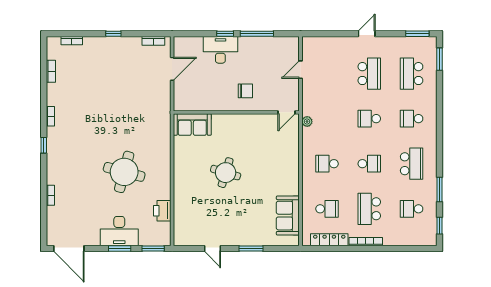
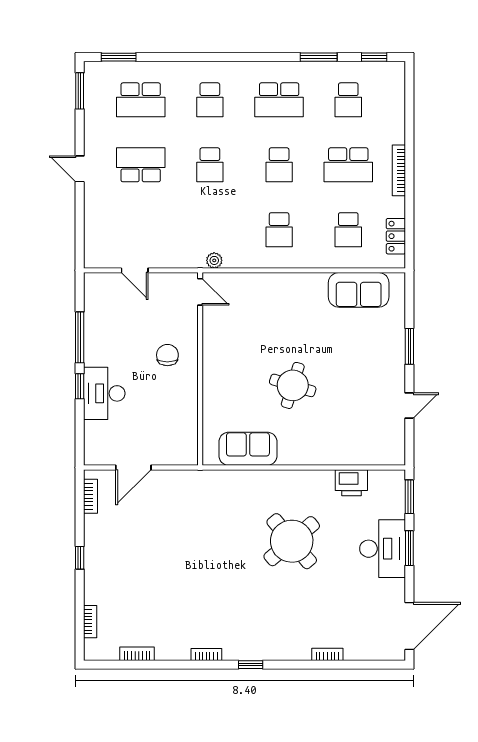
door: (172, 69) -> (133, 468), swing flipped
sofa: (192, 125) -> (248, 449), moved, turned -90
school desk: (369, 164) -> (279, 165), turned 180
school desk: (412, 164) -> (279, 100), turned 180
round table: (124, 172) -> (292, 541), turned 35
school desk: (327, 209) -> (348, 230), turned 180
locker: (329, 240) -> (396, 236), width x0.66

